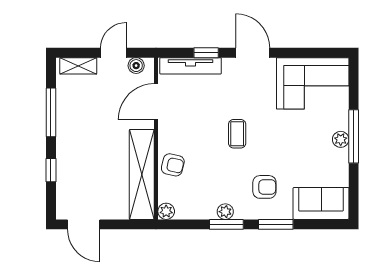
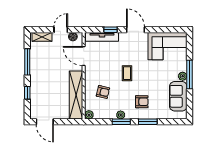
door: (156, 102) -> (84, 56), hinge flipped
armchair: (173, 165) -> (103, 92), moved
sofa: (321, 203) -> (178, 96), moved, turned -90

